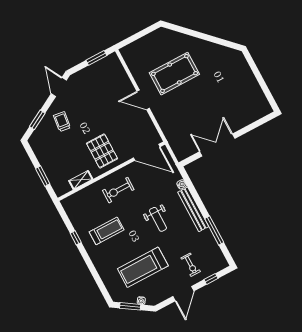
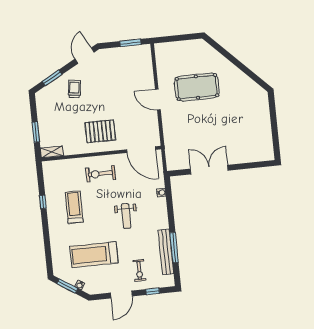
pallet: (102, 151) -> (100, 131), turned 90
shelving: (81, 180) -> (52, 152), moved
bench: (193, 209) -> (166, 252), moved
treadmill: (107, 231) -> (74, 207), turned -90

